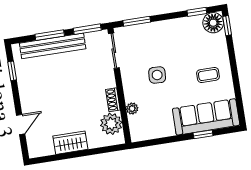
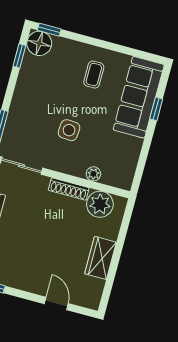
shoe rack: (113, 100) -> (69, 189), width x1.43

